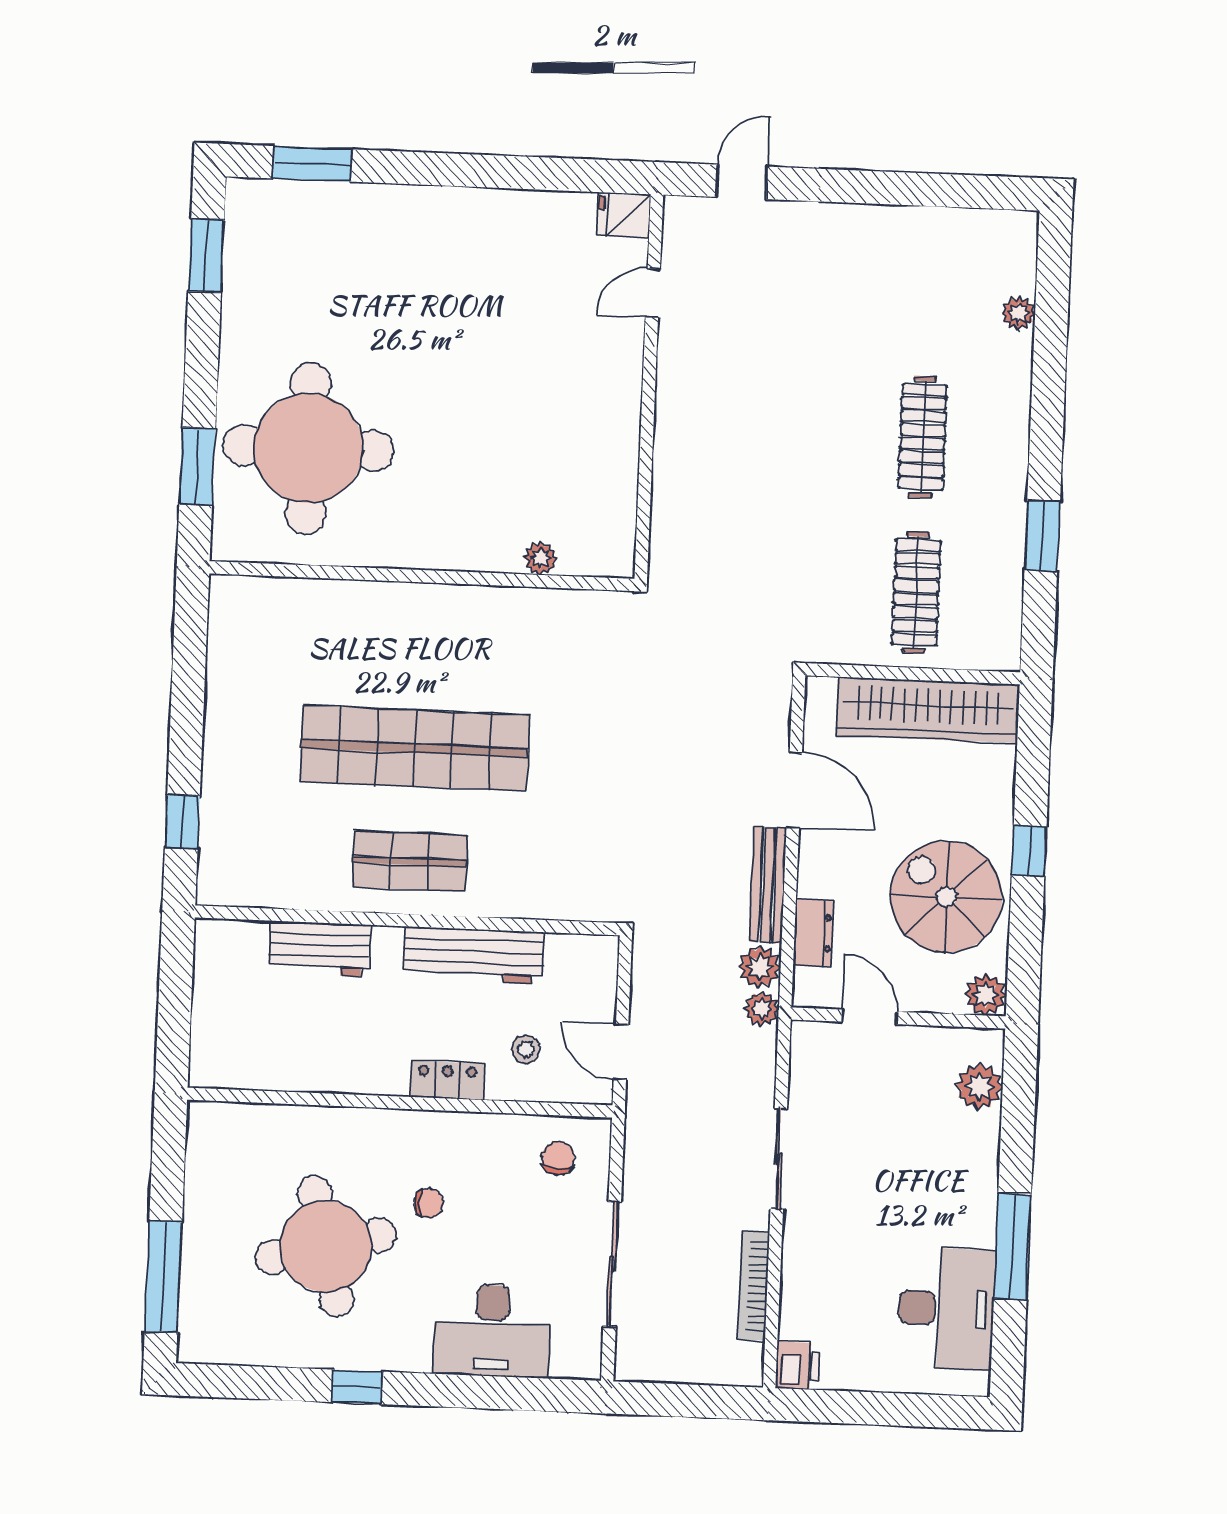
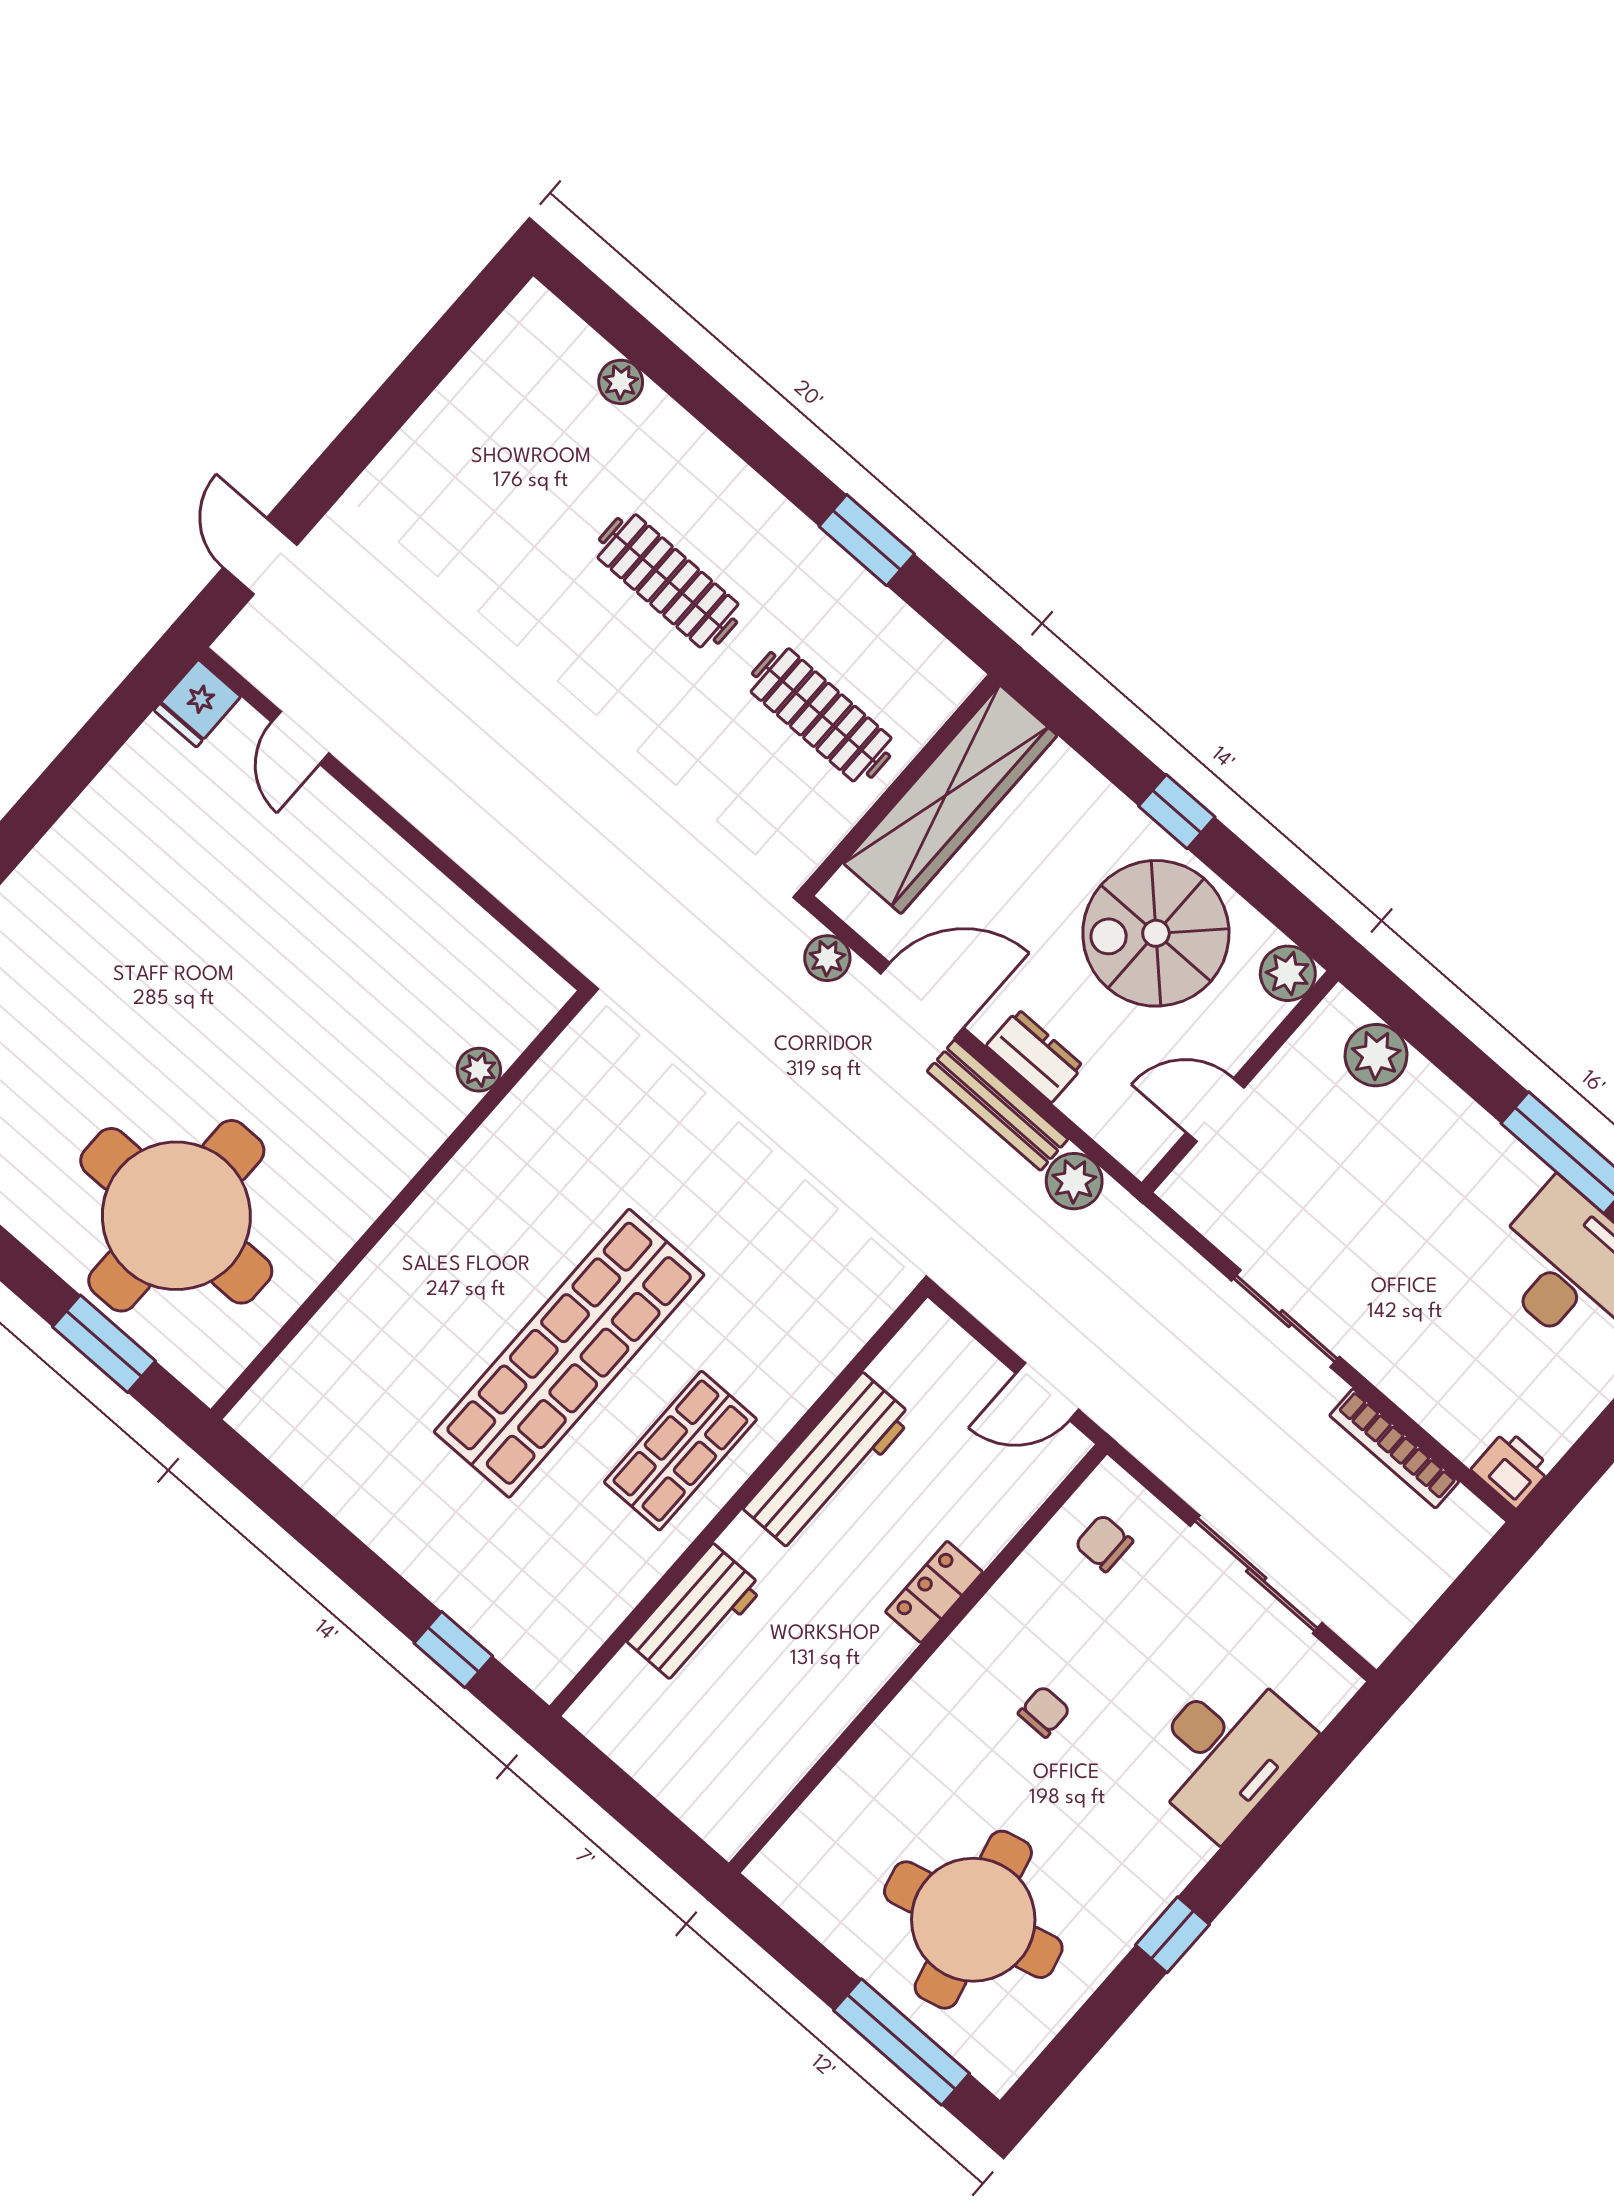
dresser: (813, 933) -> (1035, 1056), moved
plant: (762, 1009) -> (827, 958), moved
stool: (526, 1049) -> (967, 1486), removed
round table: (326, 1246) -> (973, 1920), moved

